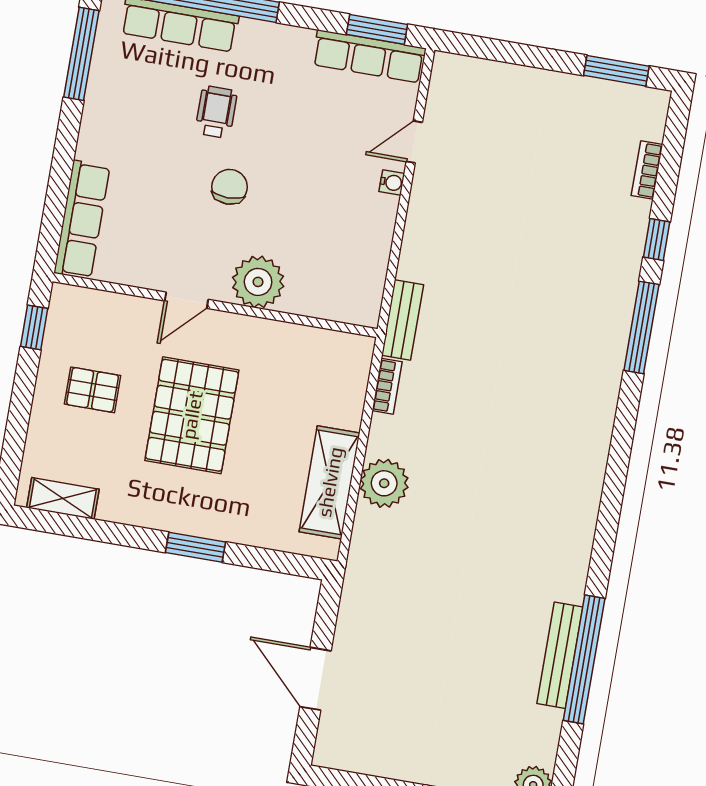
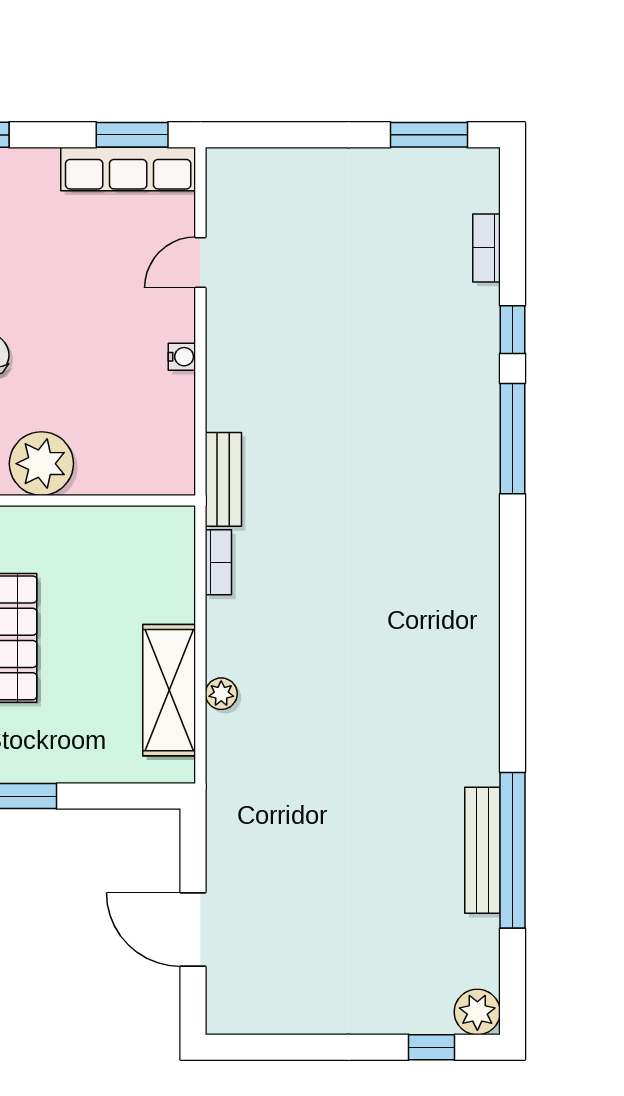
water cooler: (392, 183) -> (182, 357), moved
plant: (384, 483) -> (221, 694), width x0.53, depth x0.53

